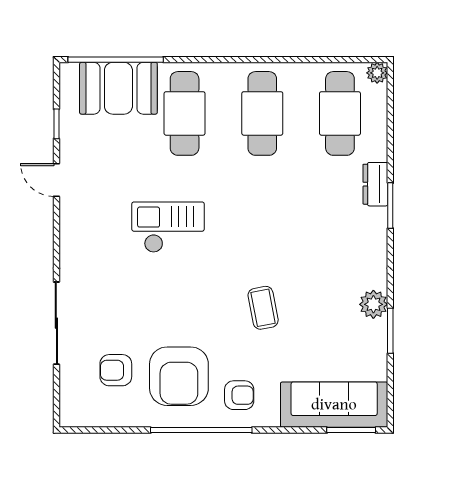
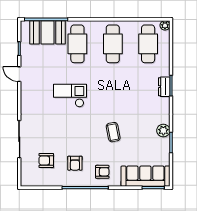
dresser: (375, 184) -> (164, 87), moved
armchair: (179, 376) -> (75, 163), width x0.53, depth x0.53

